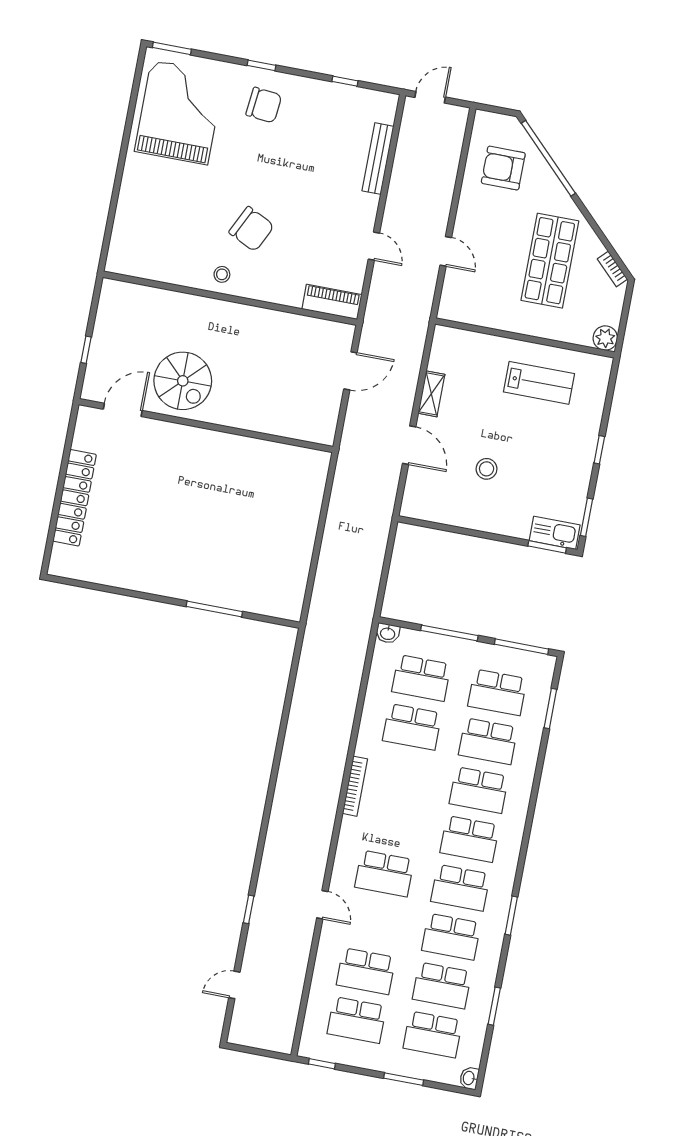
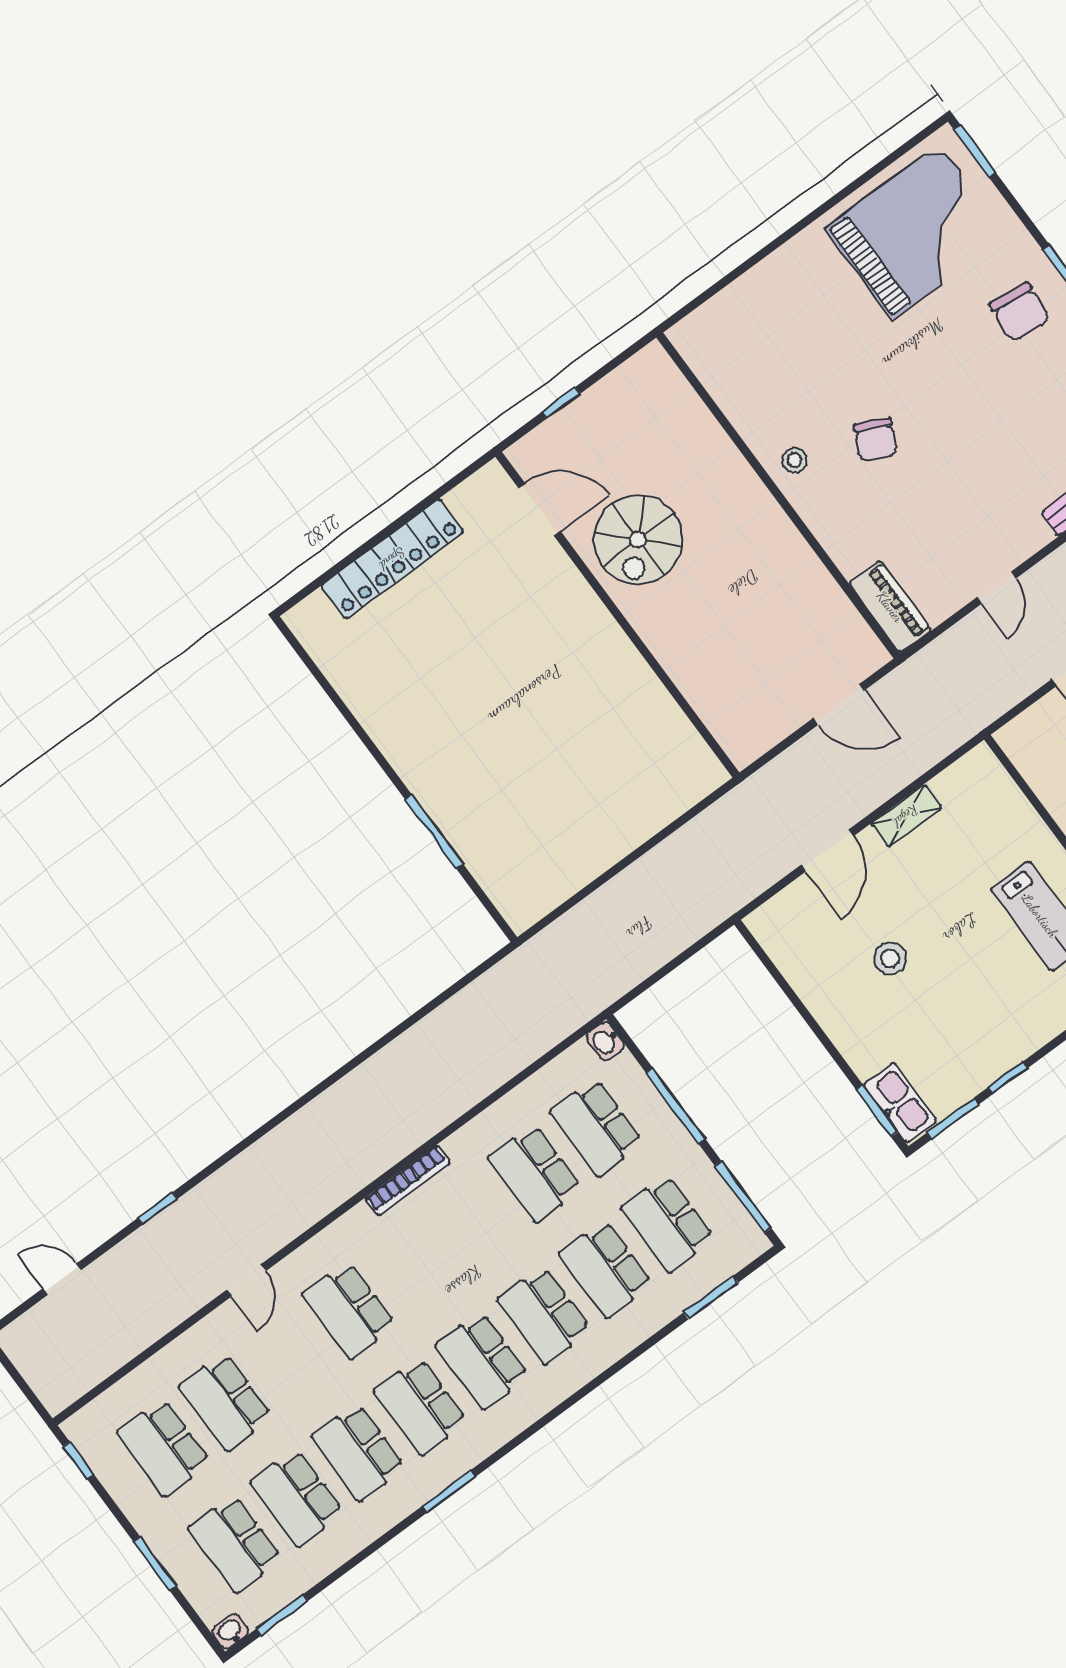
chair: (252, 229) -> (875, 440), width x0.73, depth x0.73
window: (599, 450) -> (1008, 1078), moved
window: (494, 1006) -> (282, 1615), moved

